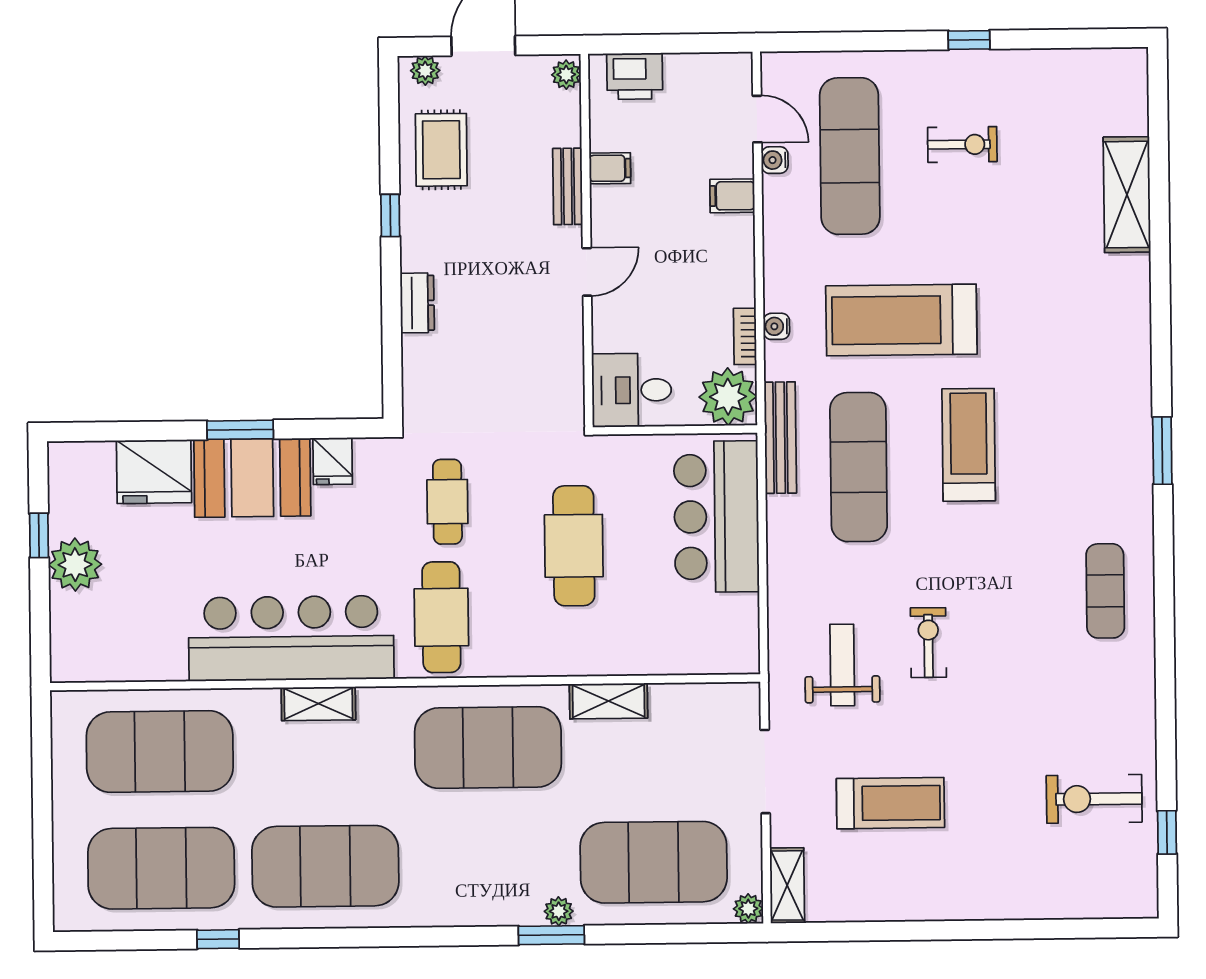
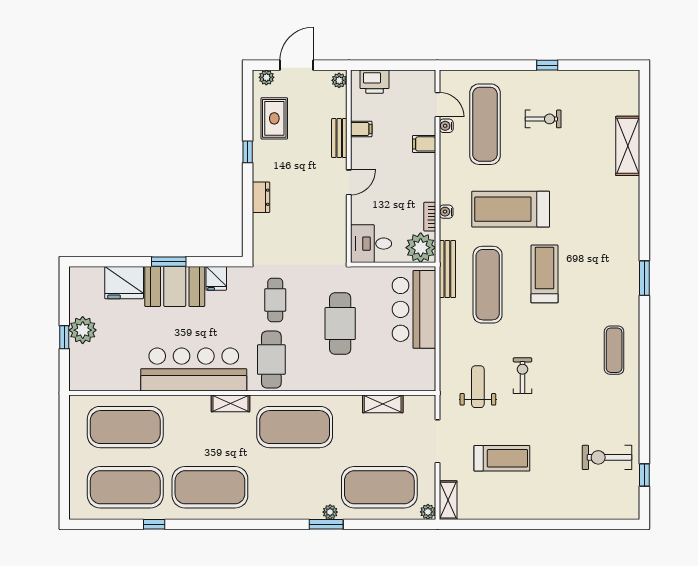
window: (39, 535) -> (64, 337), moved
shelving: (609, 701) -> (383, 404), moved
shelving: (318, 704) -> (231, 403), moved

